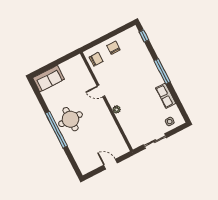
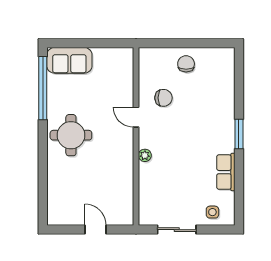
window: (144, 36) -> (239, 69), removed
chair: (96, 59) -> (163, 98), moved
window: (162, 71) -> (239, 134), width x0.69
window: (56, 130) -> (43, 88), moved

